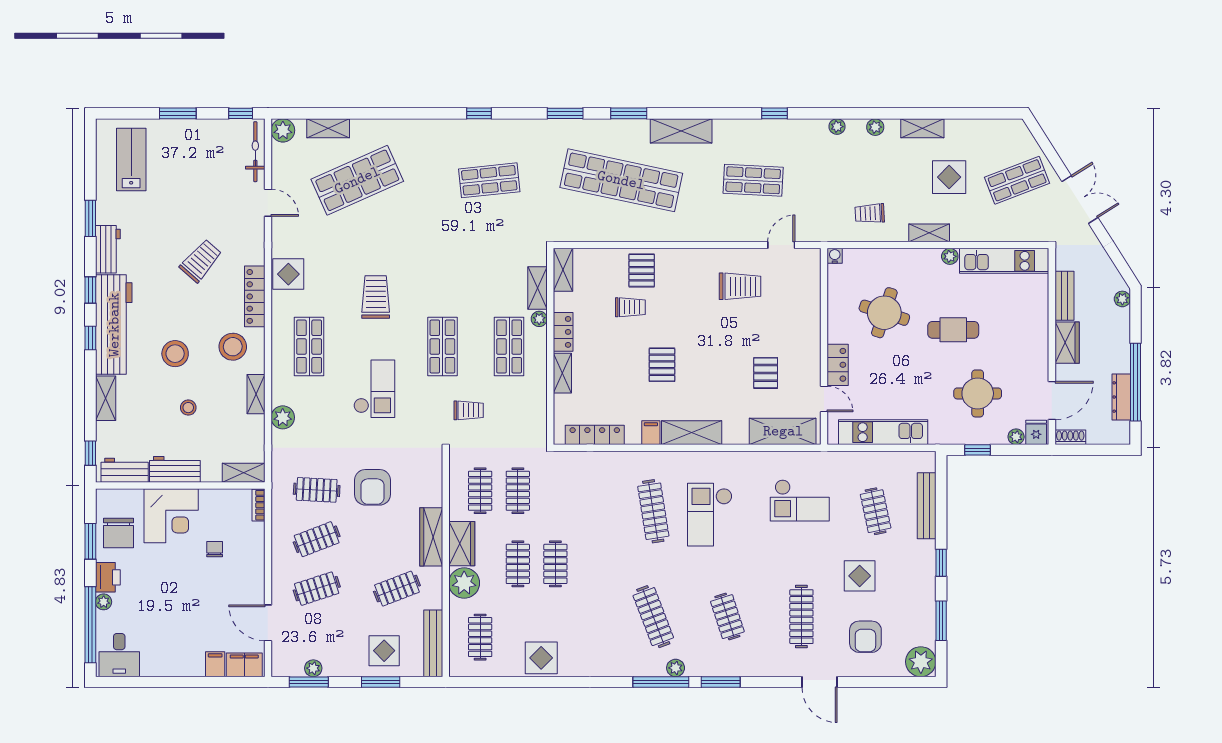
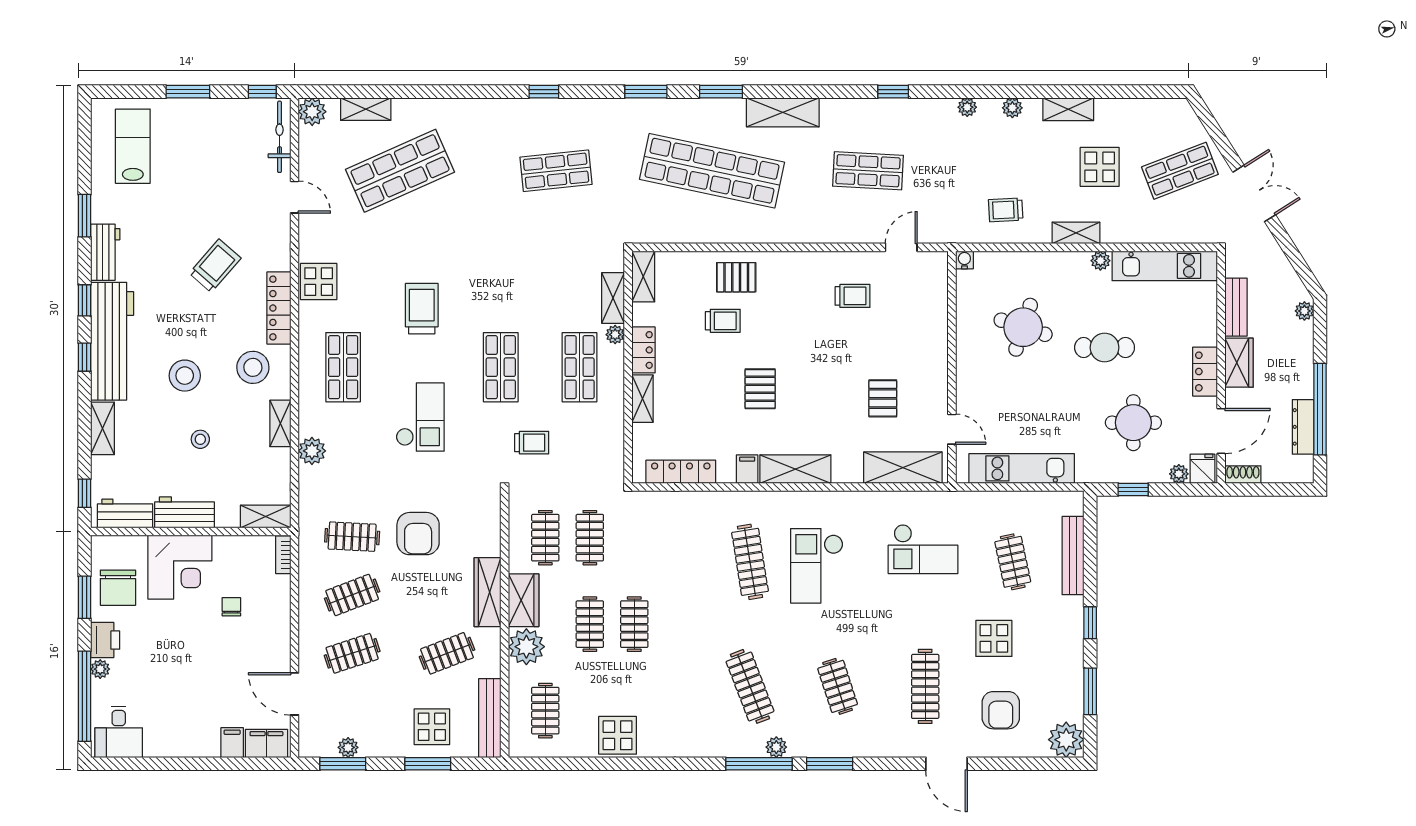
pallet: (642, 270) -> (736, 277), turned 90
trolley: (740, 286) -> (853, 296), width x0.73, depth x0.72
locker: (838, 365) -> (1205, 372), moved, turned 180

